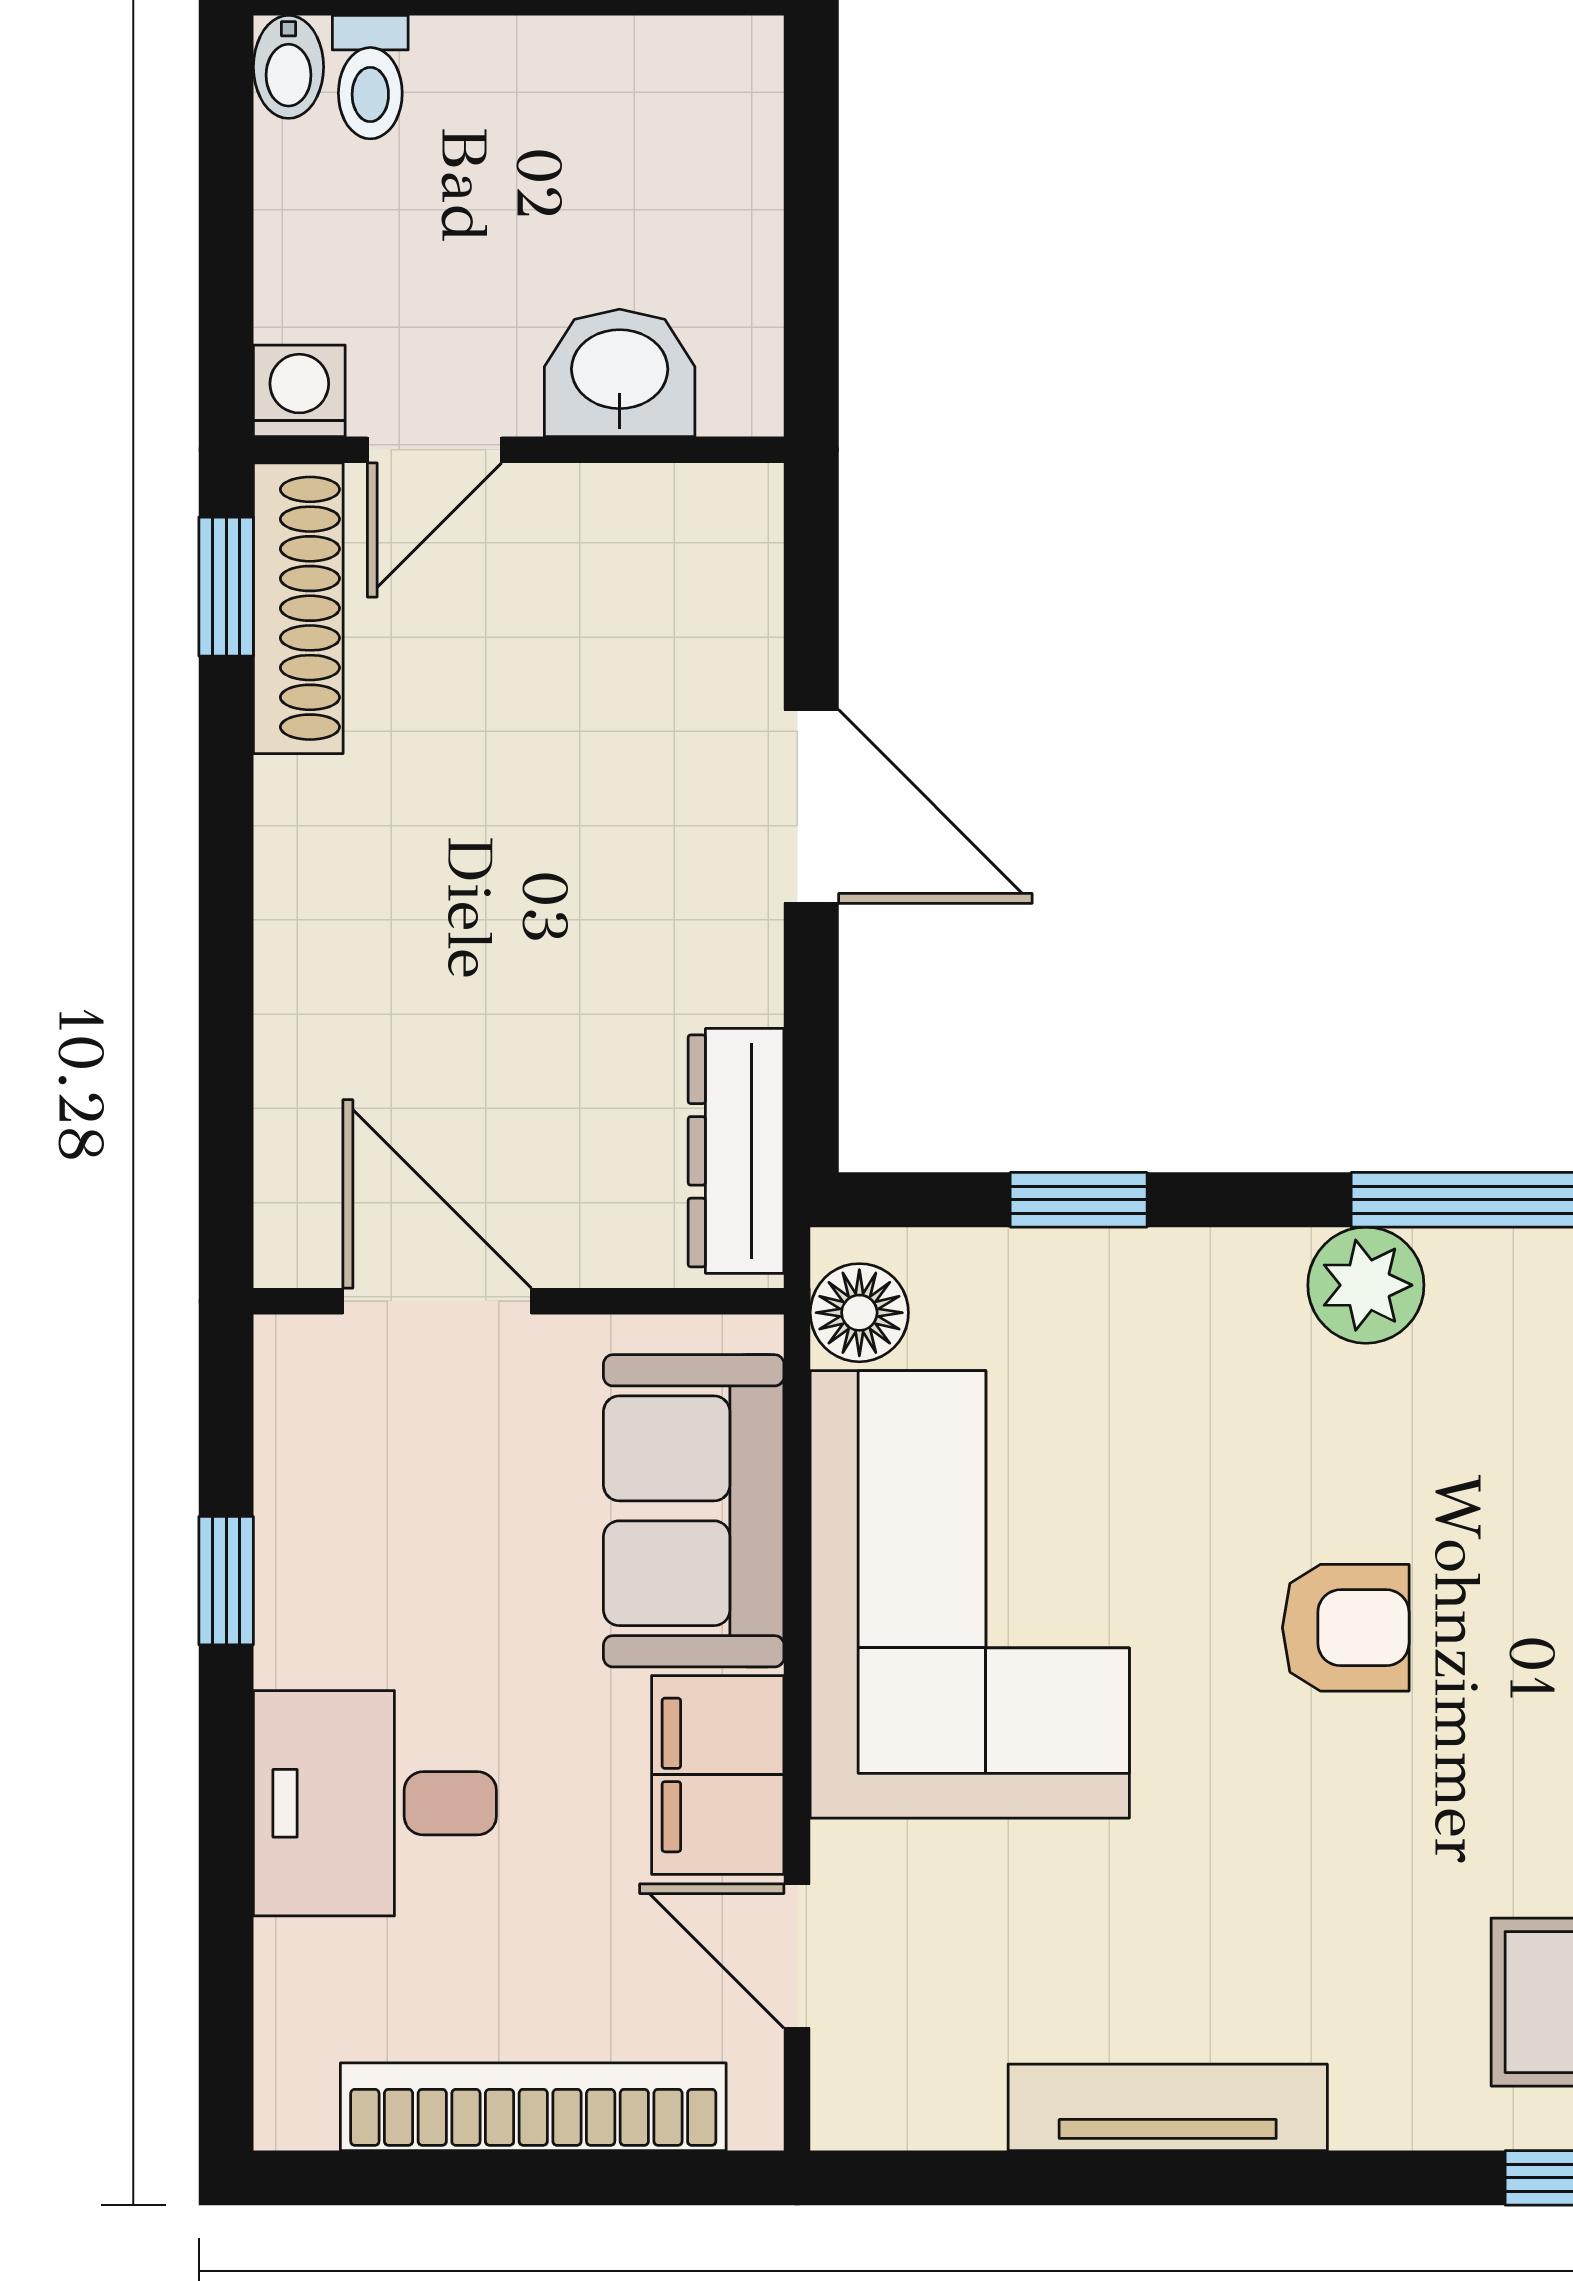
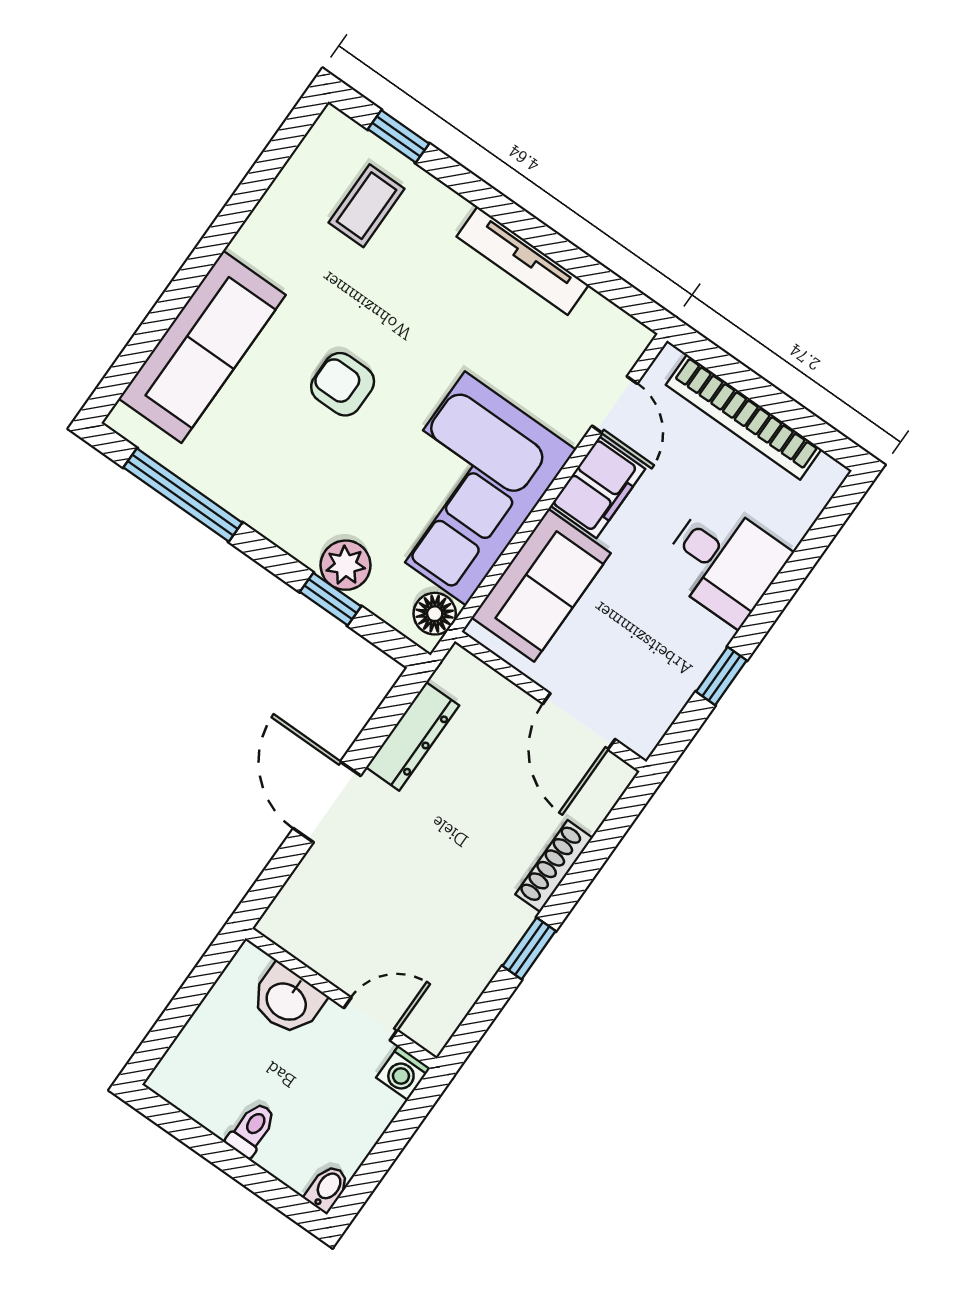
toilet: (370, 77) -> (252, 1130), moved
window: (226, 587) -> (529, 948), moved
shoe rack: (298, 608) -> (554, 866), moved, width x0.74, depth x0.81
dresser: (736, 1151) -> (413, 736), moved
plant: (1366, 1285) -> (346, 565), moved

